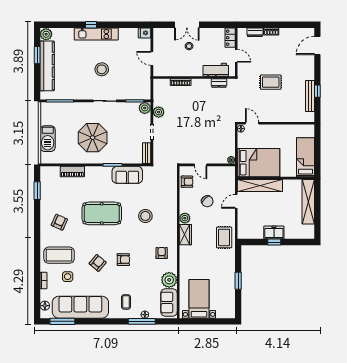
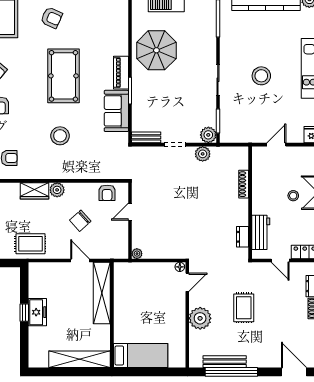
door: (236, 56) -> (280, 260), hinge flipped
window: (317, 91) -> (231, 372), width x3.17
plant: (278, 114) -> (200, 318), added
parasol: (93, 138) -> (156, 50), moved
bed: (259, 163) -> (133, 291), removed
piano: (72, 172) -> (121, 73), moved

